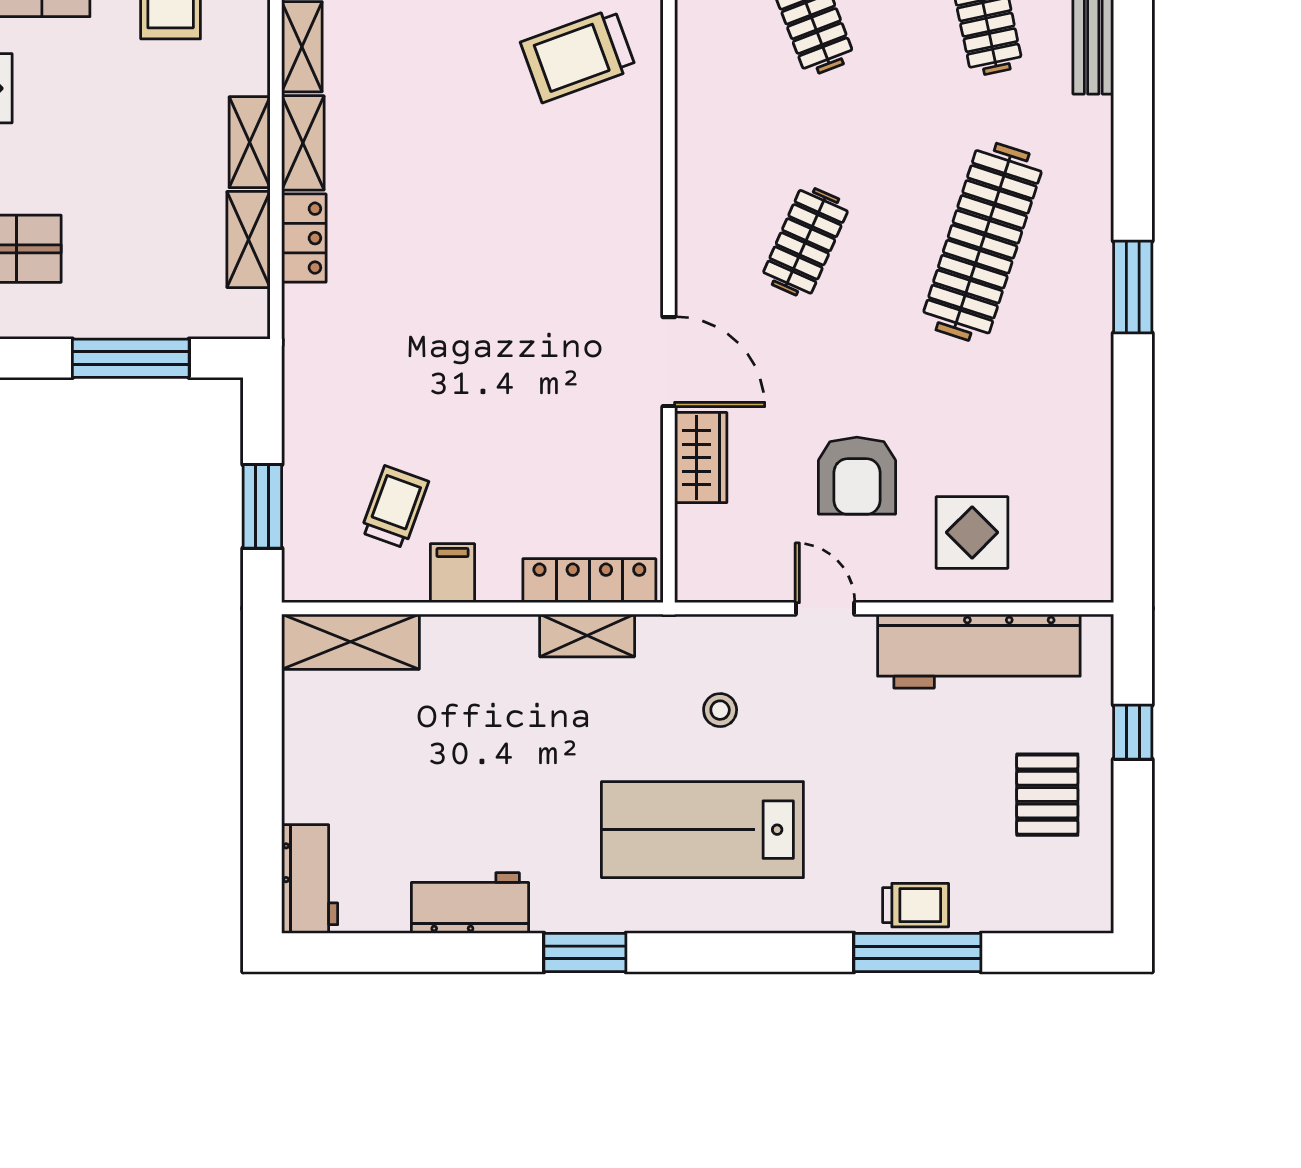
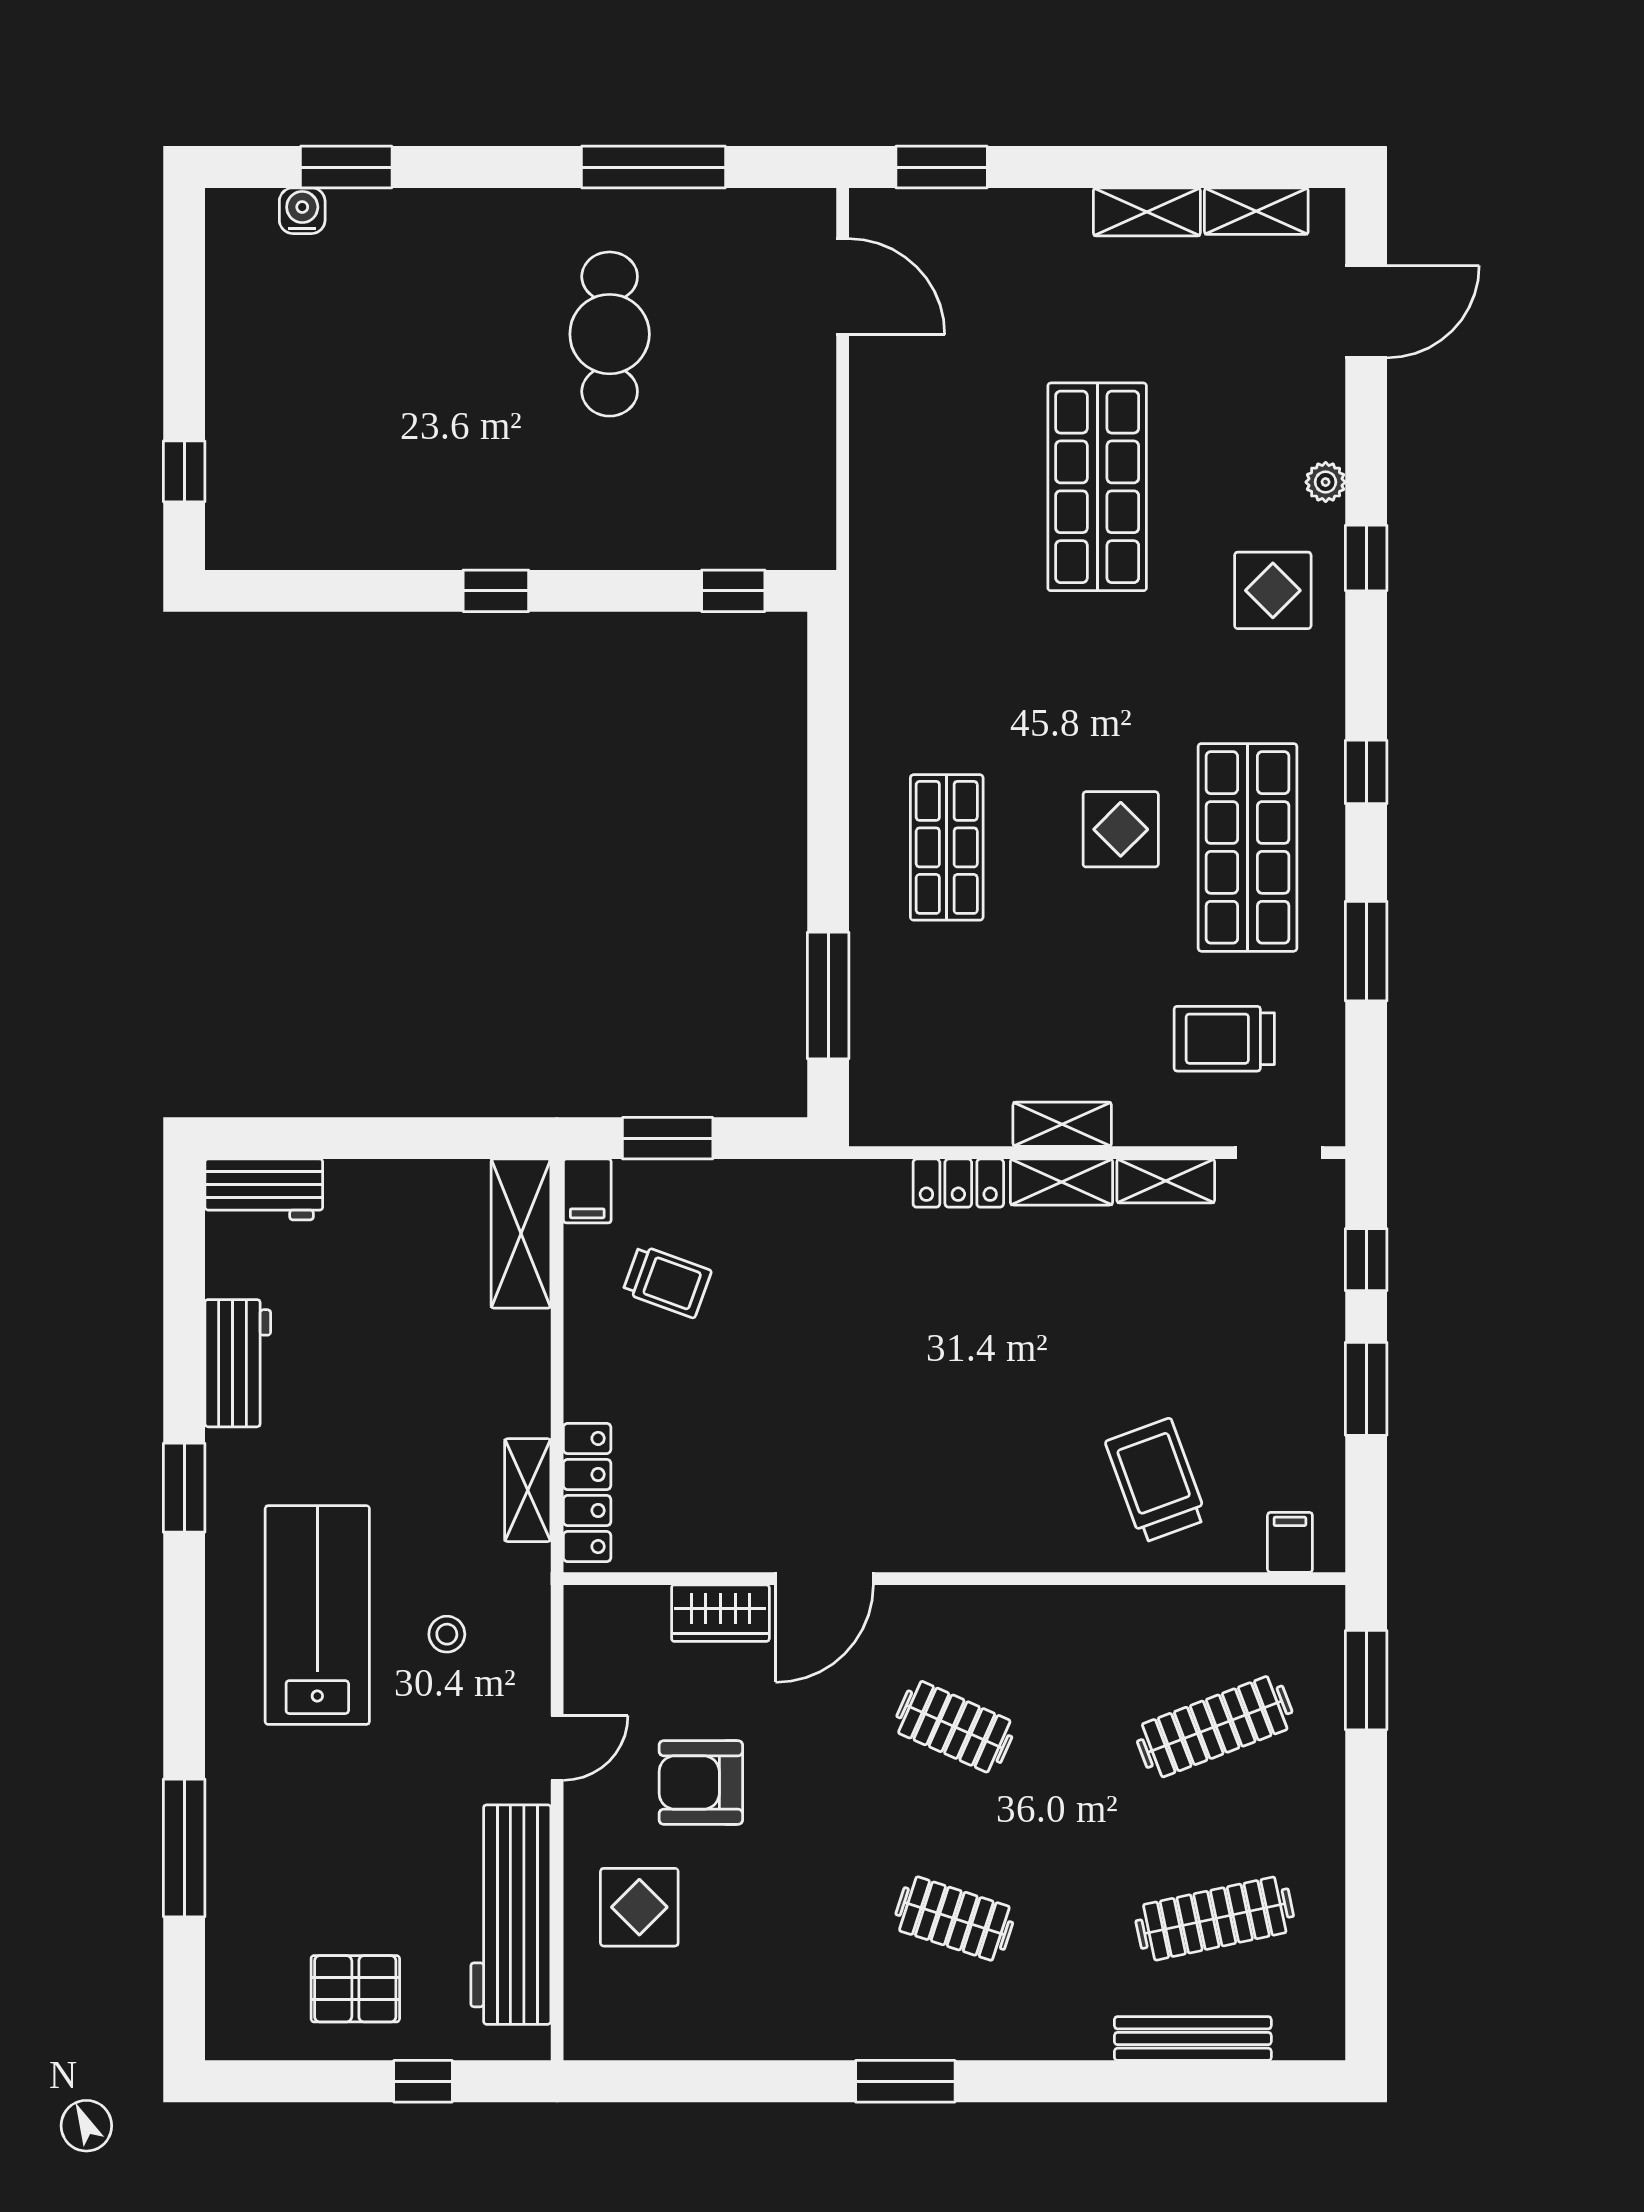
shelving: (248, 240) -> (957, 1123), removed
clothes rail: (983, 242) -> (954, 1919), width x0.54, depth x0.76
filing cabinet: (452, 573) -> (587, 1191), moved, turned 90
trolley: (916, 905) -> (236, 1846), removed

